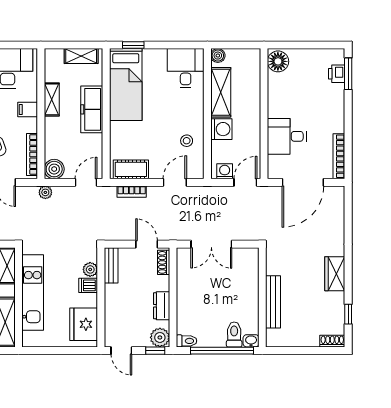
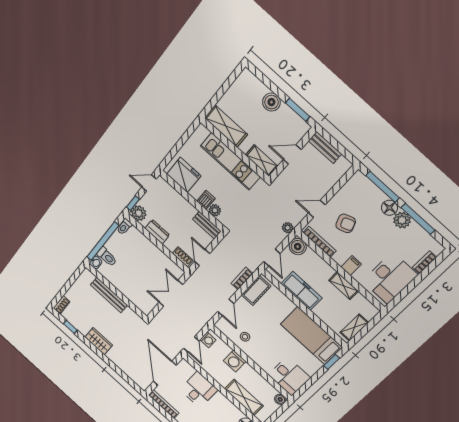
shelving: (221, 92) -> (244, 397), moved
freezer: (92, 109) -> (302, 291), moved
door: (147, 244) -> (202, 257), swing flipped

